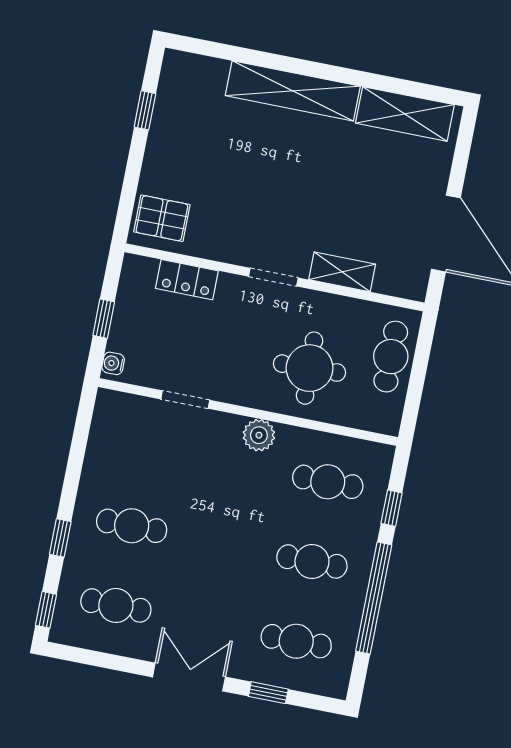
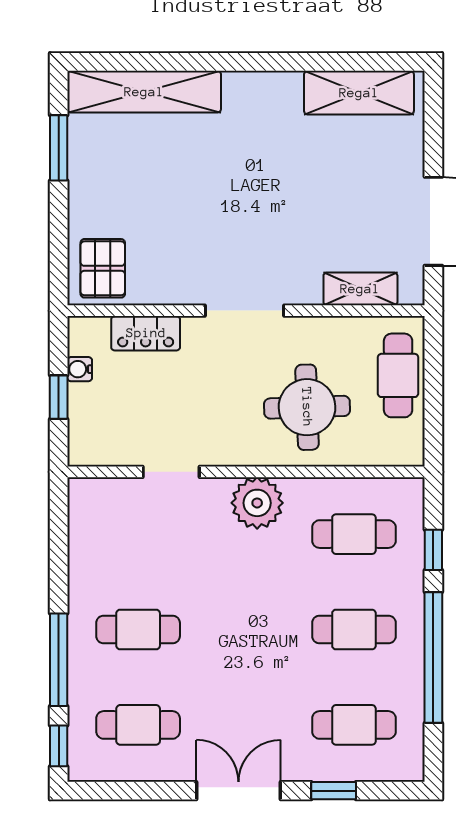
shelving: (293, 91) -> (144, 92), moved
window: (145, 110) -> (59, 148), width x1.50
pallet: (162, 218) -> (103, 268), turned 90
shelving: (342, 272) -> (360, 289), moved
doorway: (273, 277) -> (245, 311), width x1.38
water cooler: (113, 363) -> (80, 369), moved
plant: (259, 435) -> (257, 503), width x1.36, depth x1.36
window: (60, 538) -> (59, 660), width x2.17

